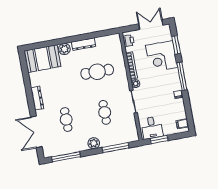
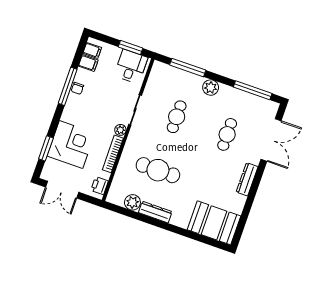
plant: (64, 49) -> (132, 202), moved
window: (182, 76) -> (68, 86), moved
filing cabinet: (180, 114) -> (88, 63), added

